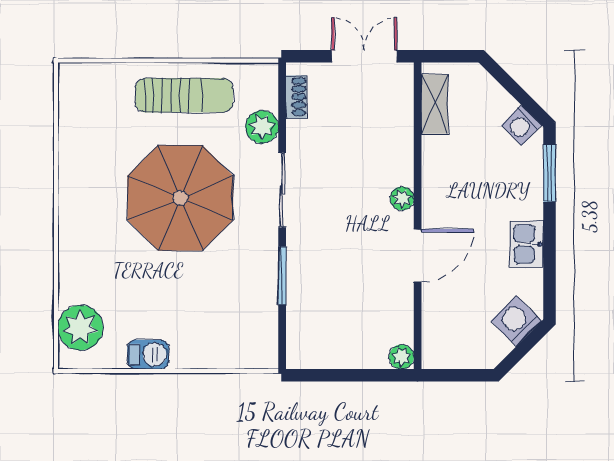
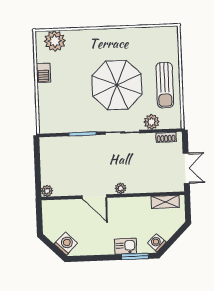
kitchen sink: (527, 244) -> (125, 246), moved

